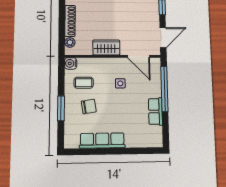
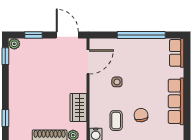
wardrobe: (106, 47) -> (78, 107), moved
window: (164, 89) -> (141, 35), moved
row of seats: (155, 111) -> (177, 53), moved, turned 90

